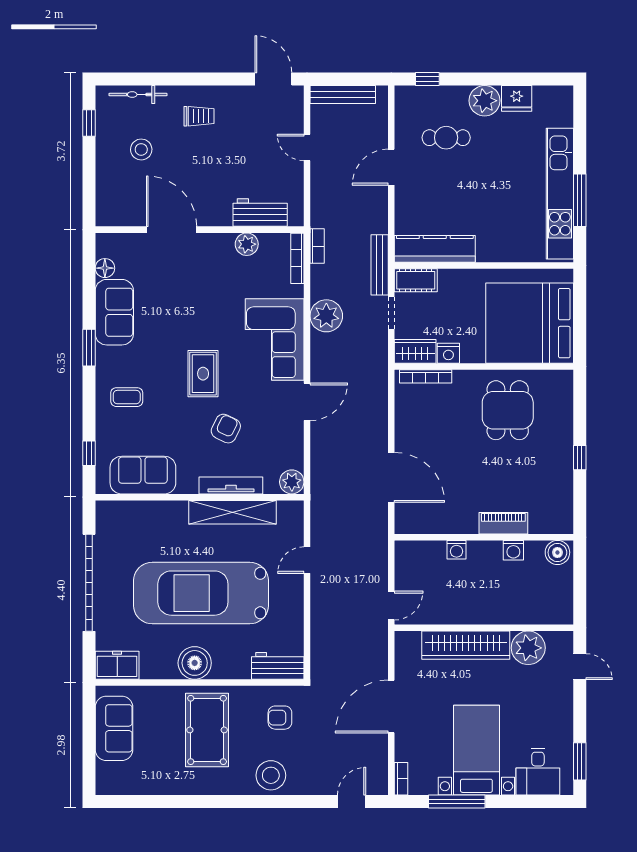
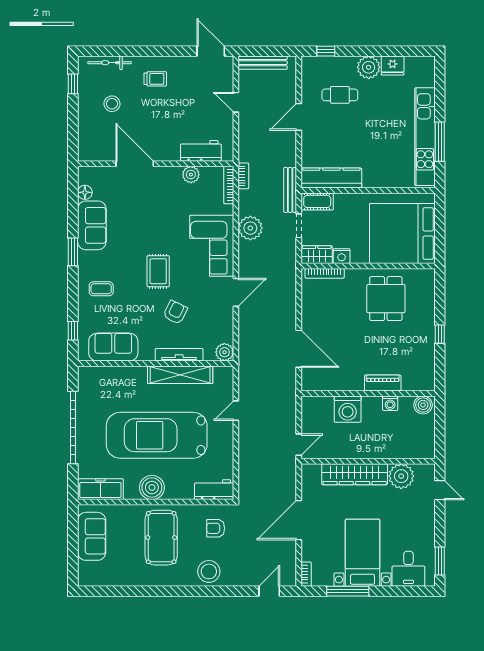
washing machine: (457, 550) -> (348, 409), width x1.89, depth x1.89
freezer: (117, 665) -> (100, 489), width x1.40

